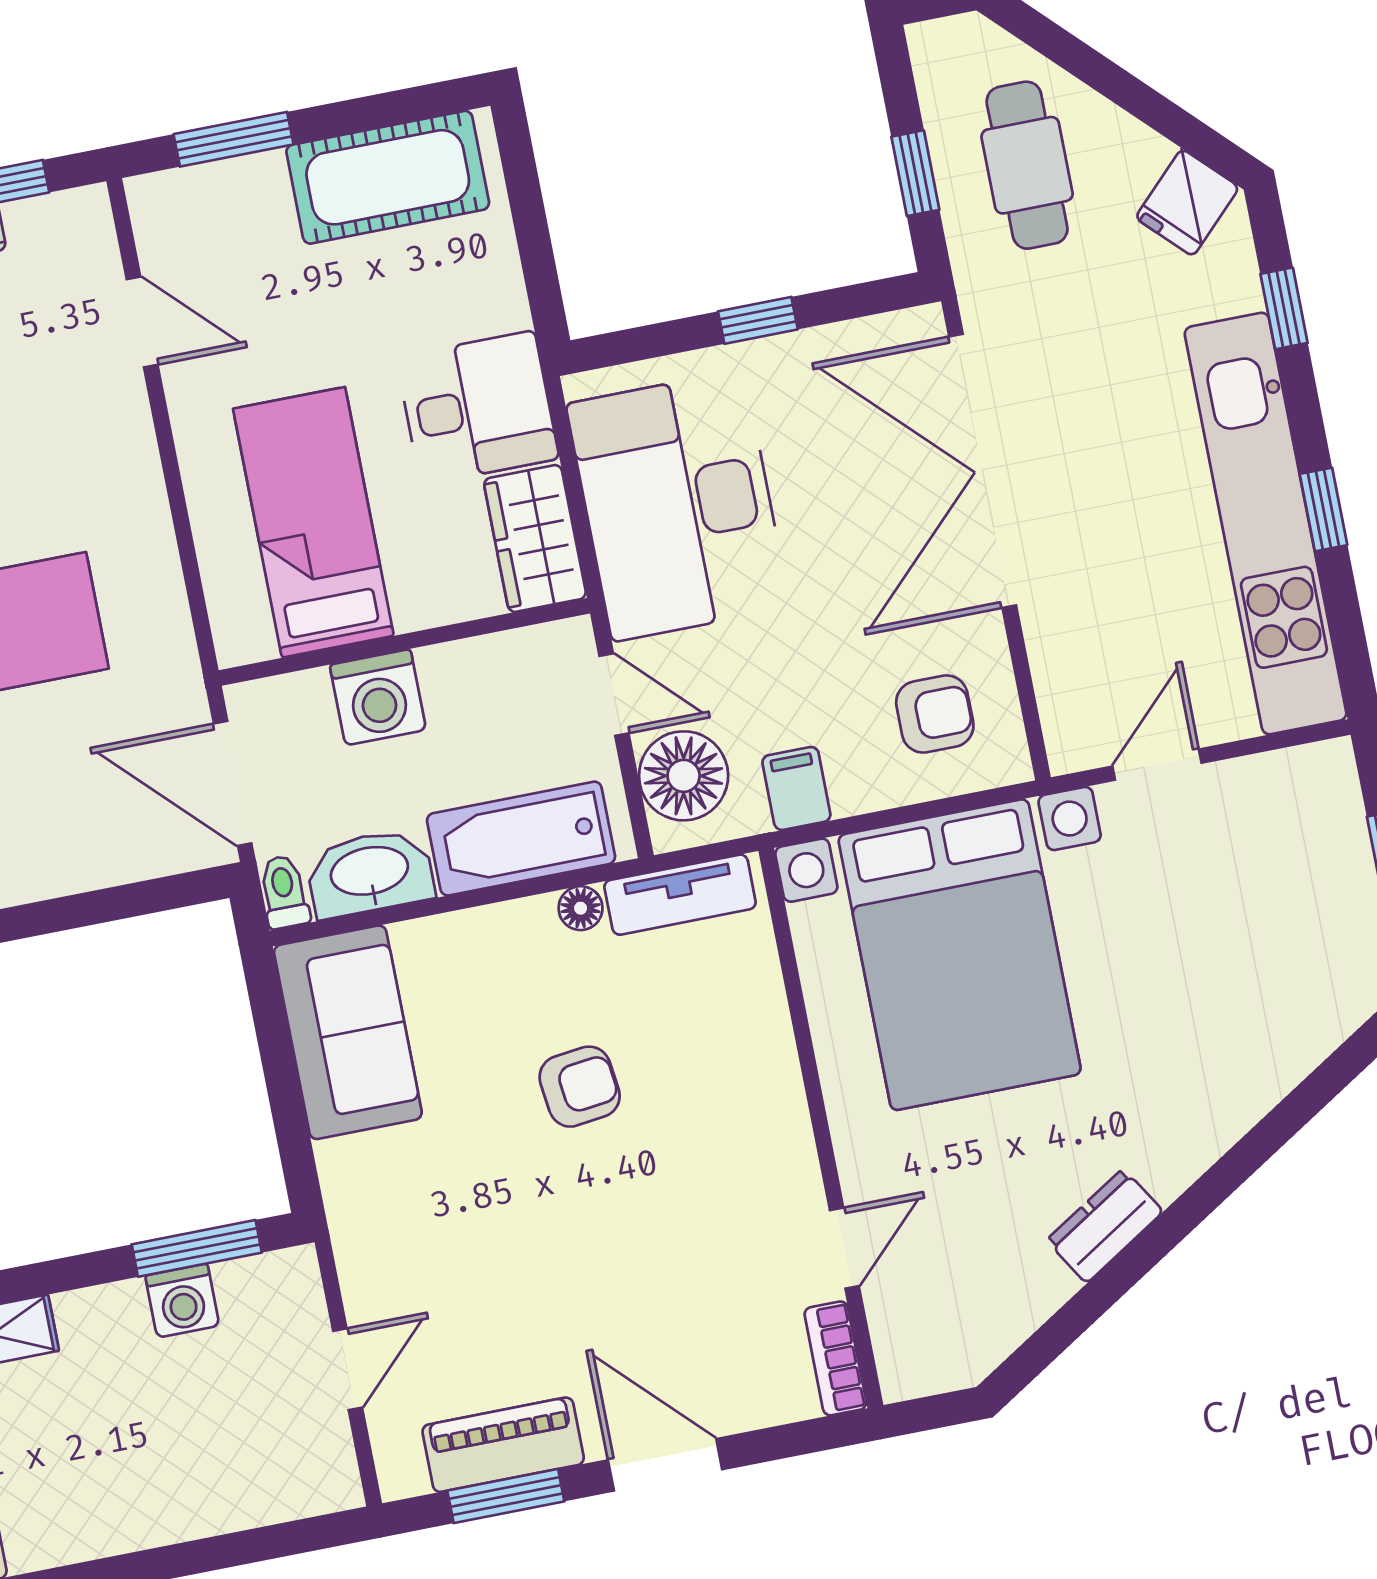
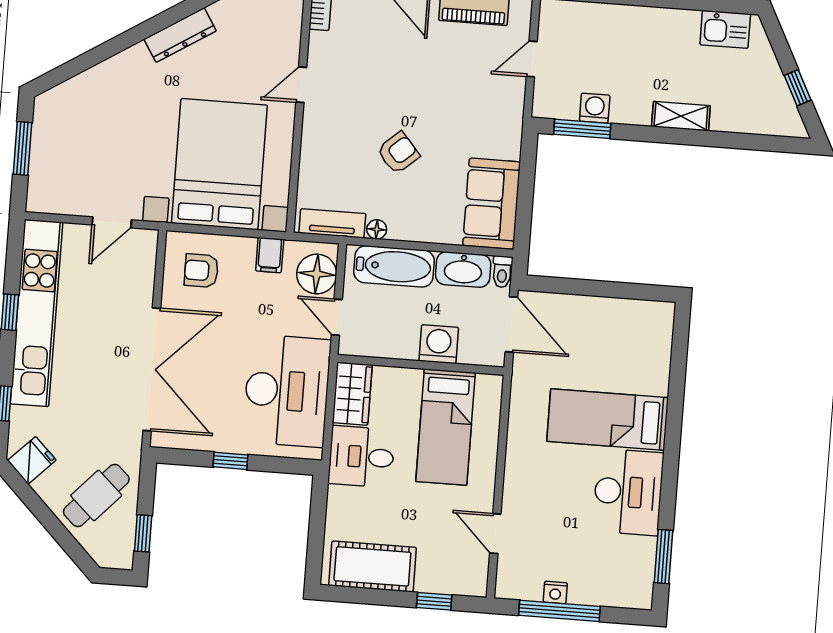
window: (233, 139) -> (434, 601), width x0.67
cafe table: (1027, 165) -> (96, 495), turned 43
window: (915, 173) -> (143, 533), moved
armchair: (580, 1087) -> (398, 153), turned 146
dresser: (1105, 1226) -> (180, 35), width x1.44
door: (844, 1248) -> (301, 85), moved

